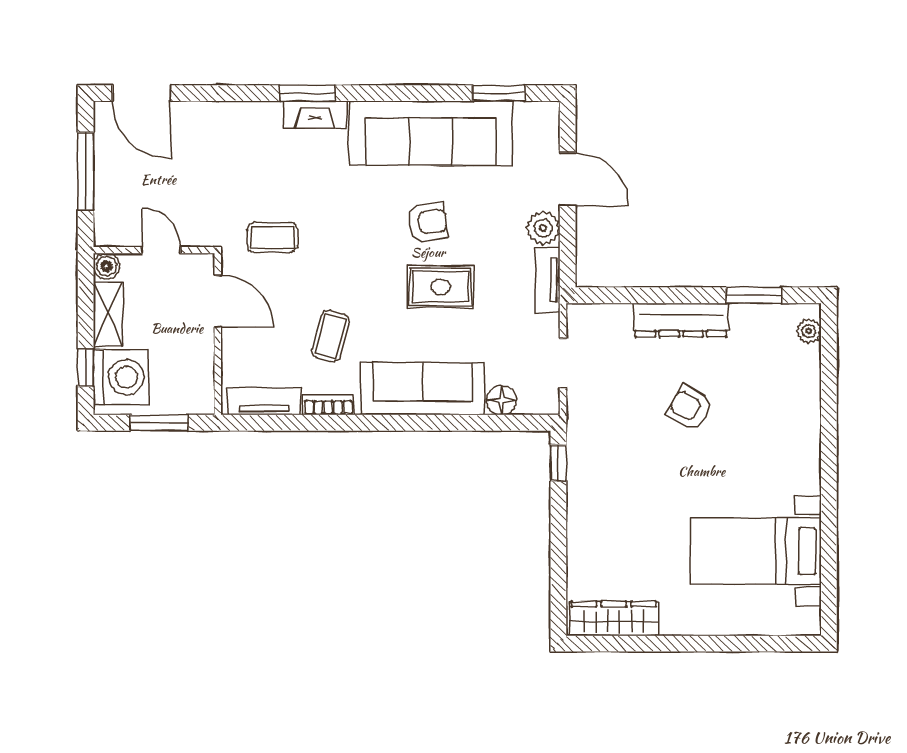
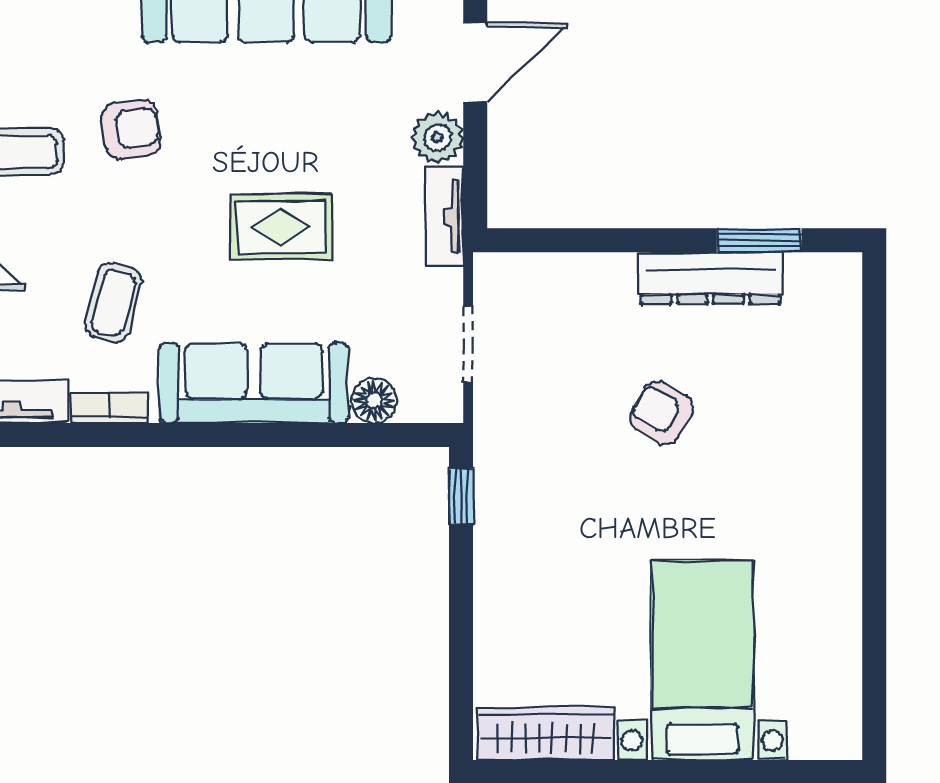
door: (568, 179) -> (475, 63), hinge flipped
armchair: (427, 222) -> (131, 129), moved
dresser: (681, 320) -> (710, 278), moved
plant: (809, 331) -> (843, 295), removed
bed with nightstands: (756, 551) -> (702, 660), moved, turned 90

